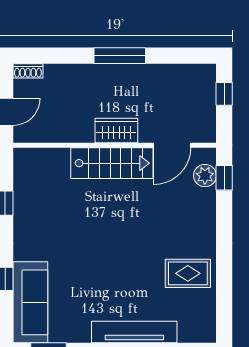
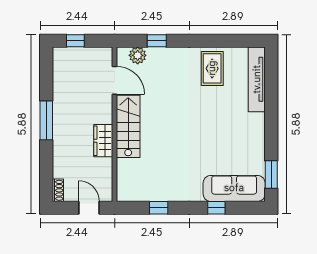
wardrobe: (116, 131) -> (103, 141), moved
window: (224, 178) -> (157, 41), moved
tv unit: (134, 332) -> (257, 79), moved

